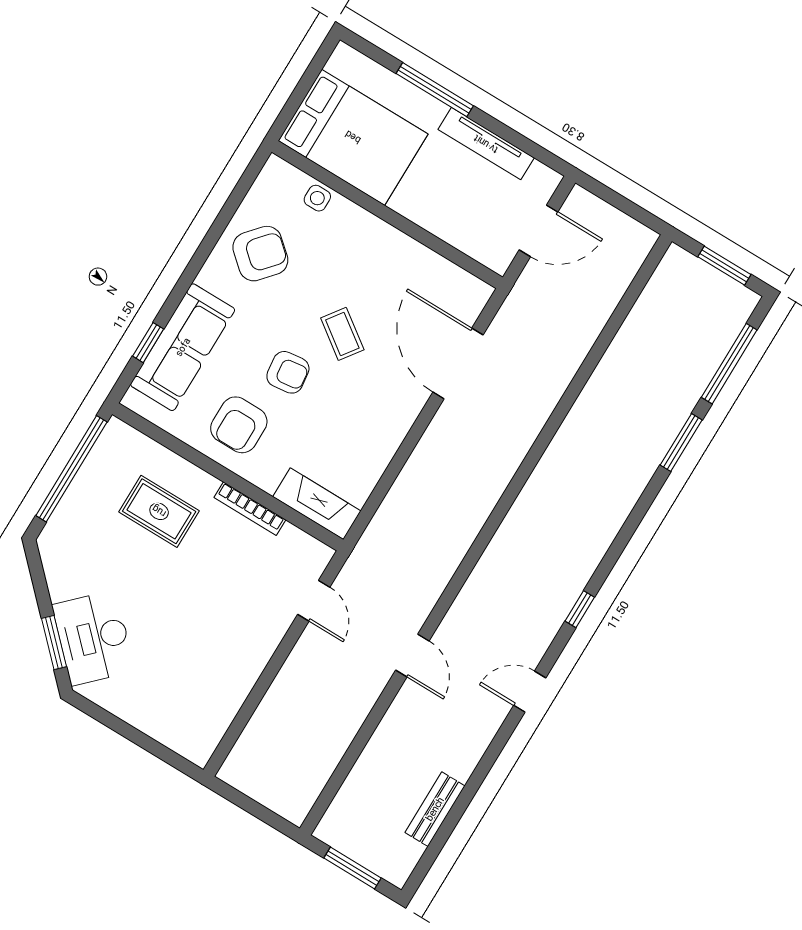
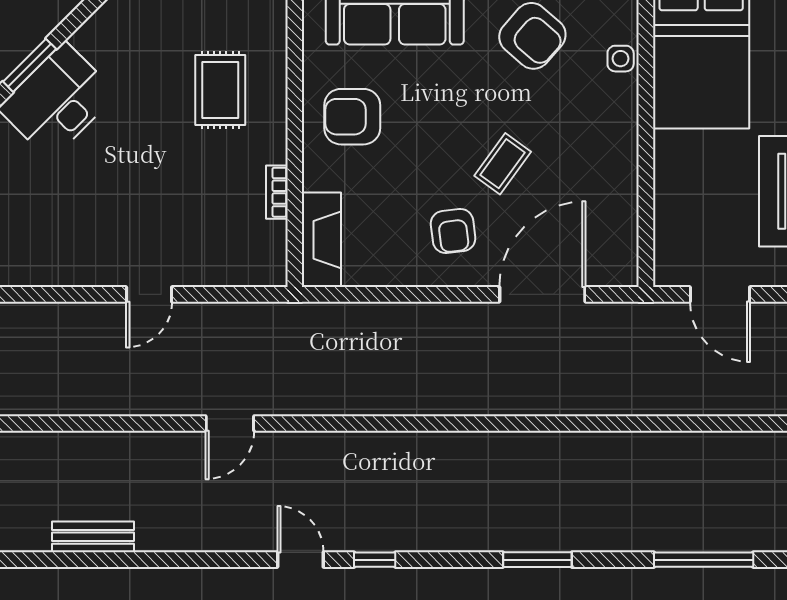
armchair: (288, 372) -> (453, 231), moved
window: (681, 443) -> (537, 560), moved
bookcase: (250, 509) -> (277, 192), width x0.64
door: (314, 601) -> (149, 294), moved
door: (530, 692) -> (300, 560), moved

